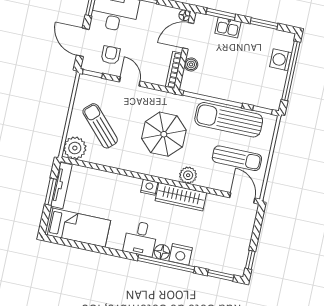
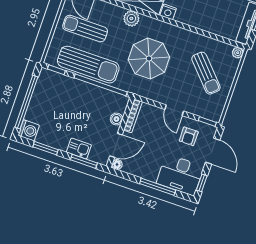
washing machine: (281, 60) -> (29, 130), moved
plant: (75, 148) -> (238, 53), width x0.53, depth x0.53

